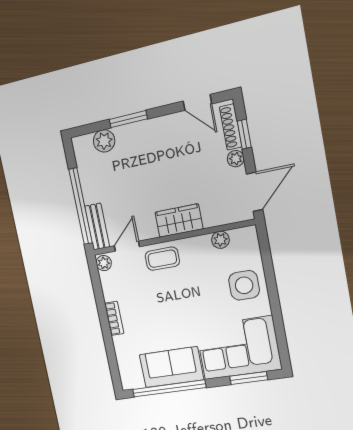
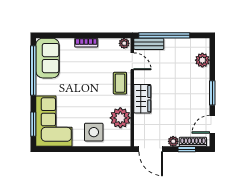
window: (128, 119) -> (212, 93), moved
plant: (220, 240) -> (120, 118), width x1.88, depth x1.88
sofa: (171, 367) -> (48, 58), moved

